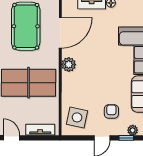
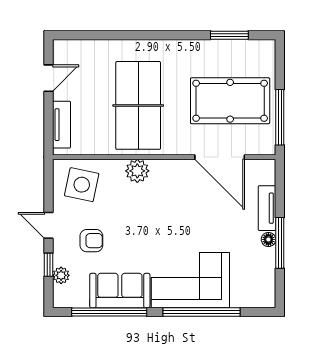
plant: (69, 65) -> (137, 171), moved

